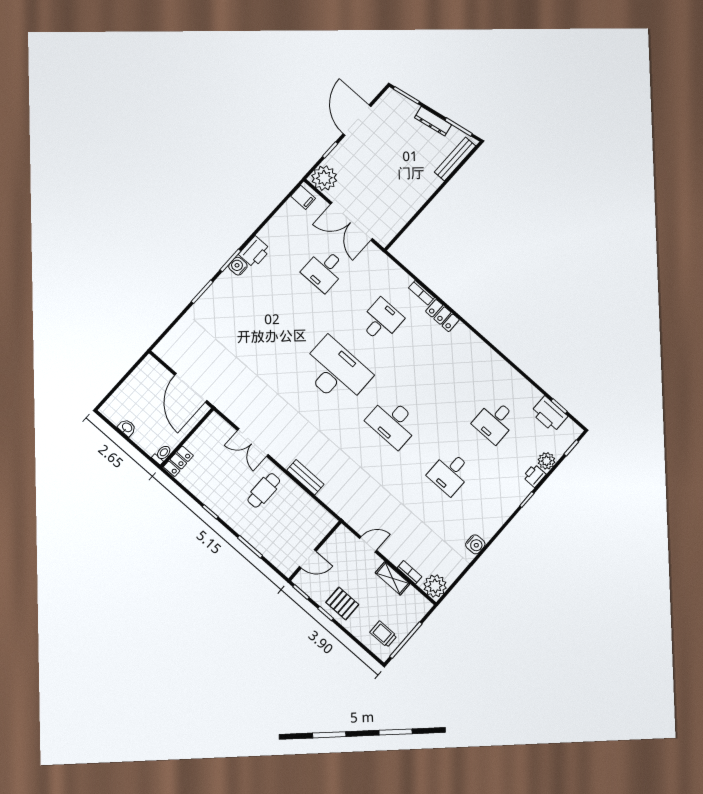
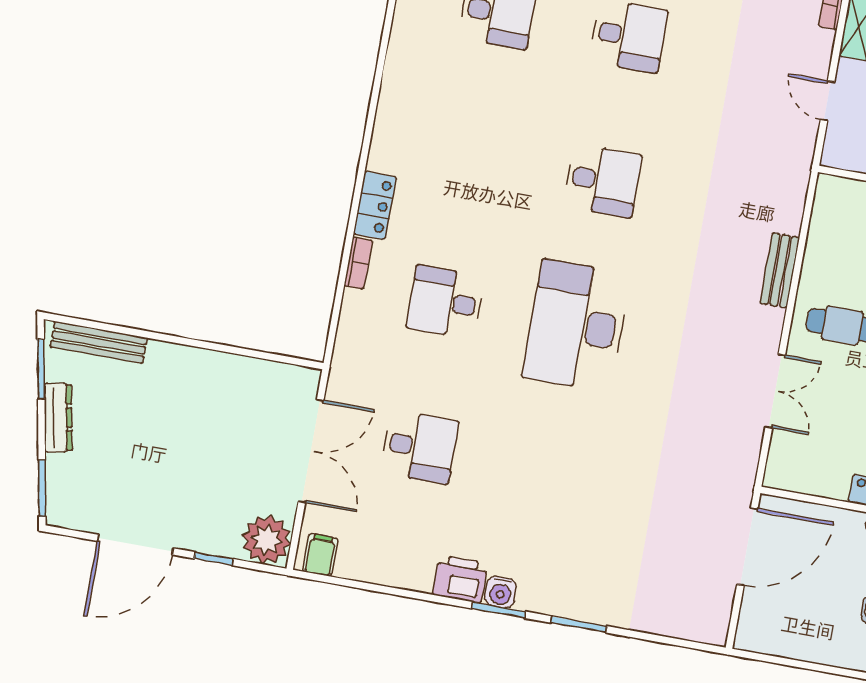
desk: (393, 422) -> (602, 181), width x0.73

